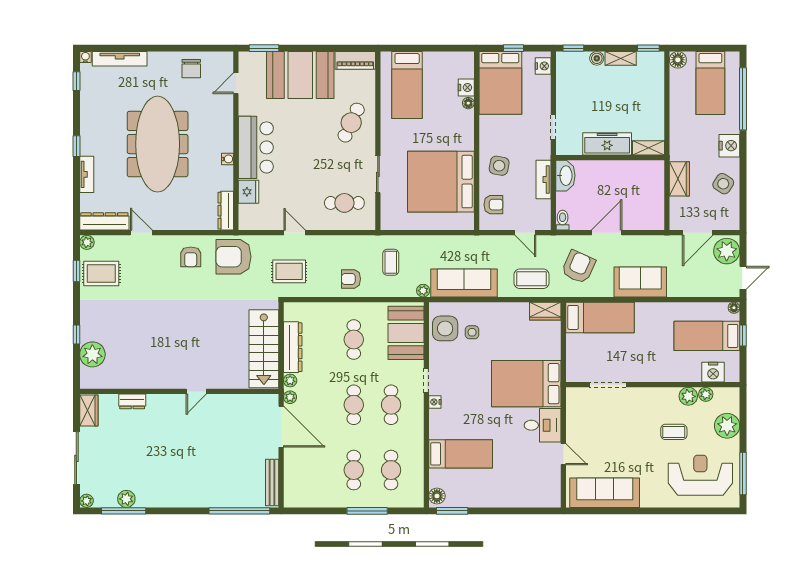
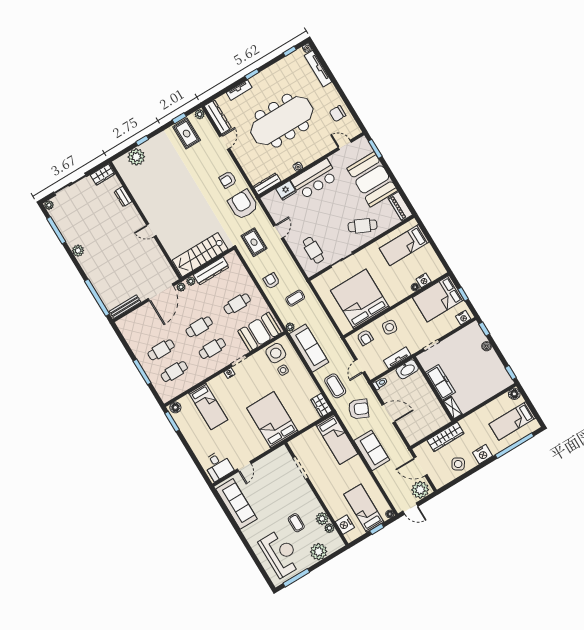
shelving: (621, 58) -> (495, 360), removed
wardrobe: (679, 179) -> (446, 437), width x1.50
desk: (543, 425) -> (218, 466), moved
plant: (126, 499) -> (78, 251), moved

